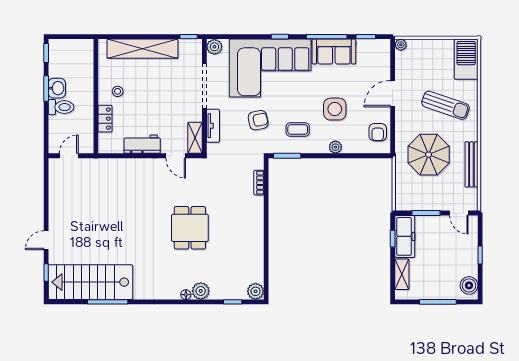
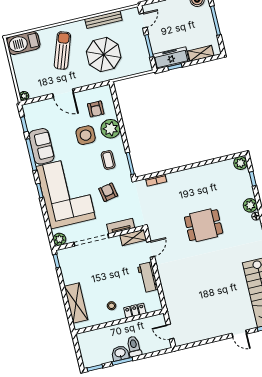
shelving: (142, 49) -> (76, 303), width x0.68
armchair: (378, 132) -> (96, 109), moved, turned 90
plant: (335, 147) -> (110, 129), width x1.87, depth x1.87

